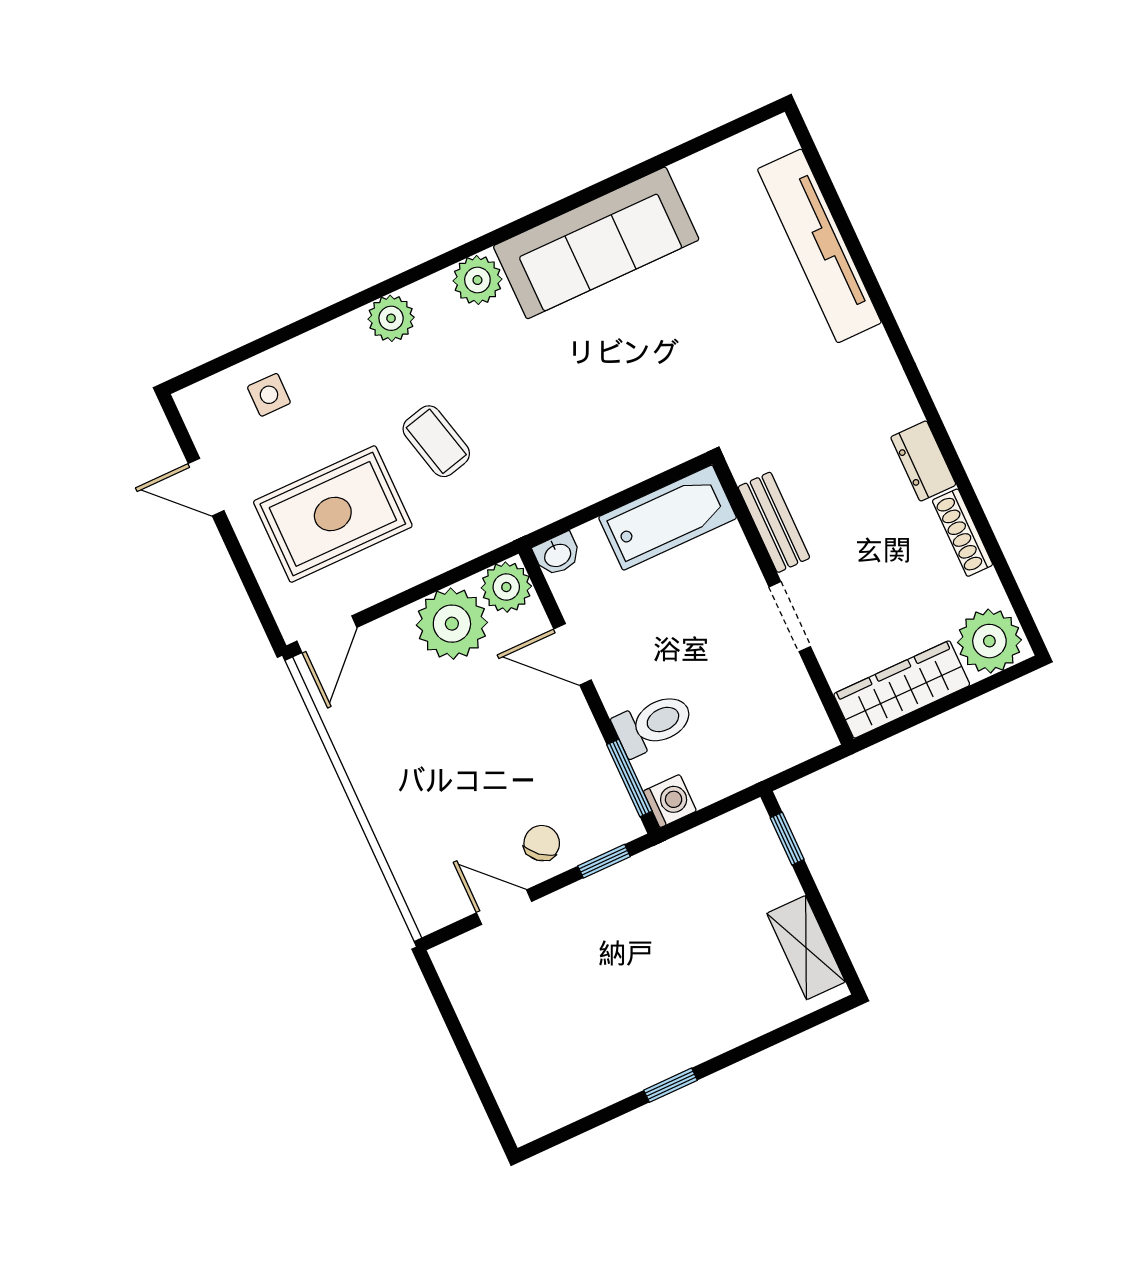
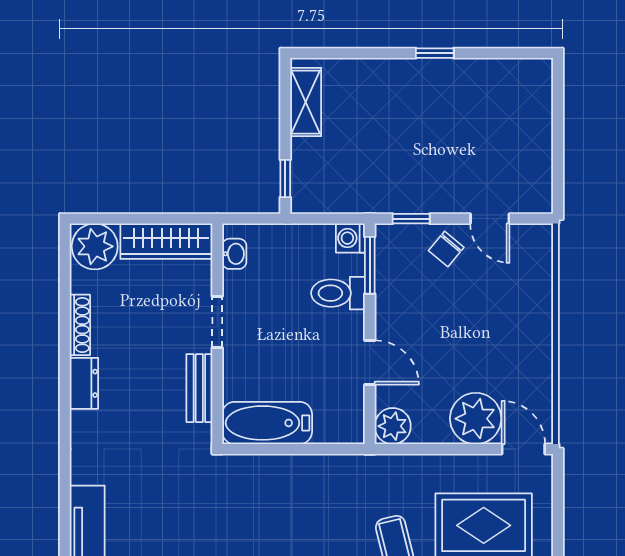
washbasin: (557, 554) -> (234, 254), moved, turned 90
plant: (452, 624) -> (476, 419), moved
door: (327, 634) -> (523, 449), hinge flipped

